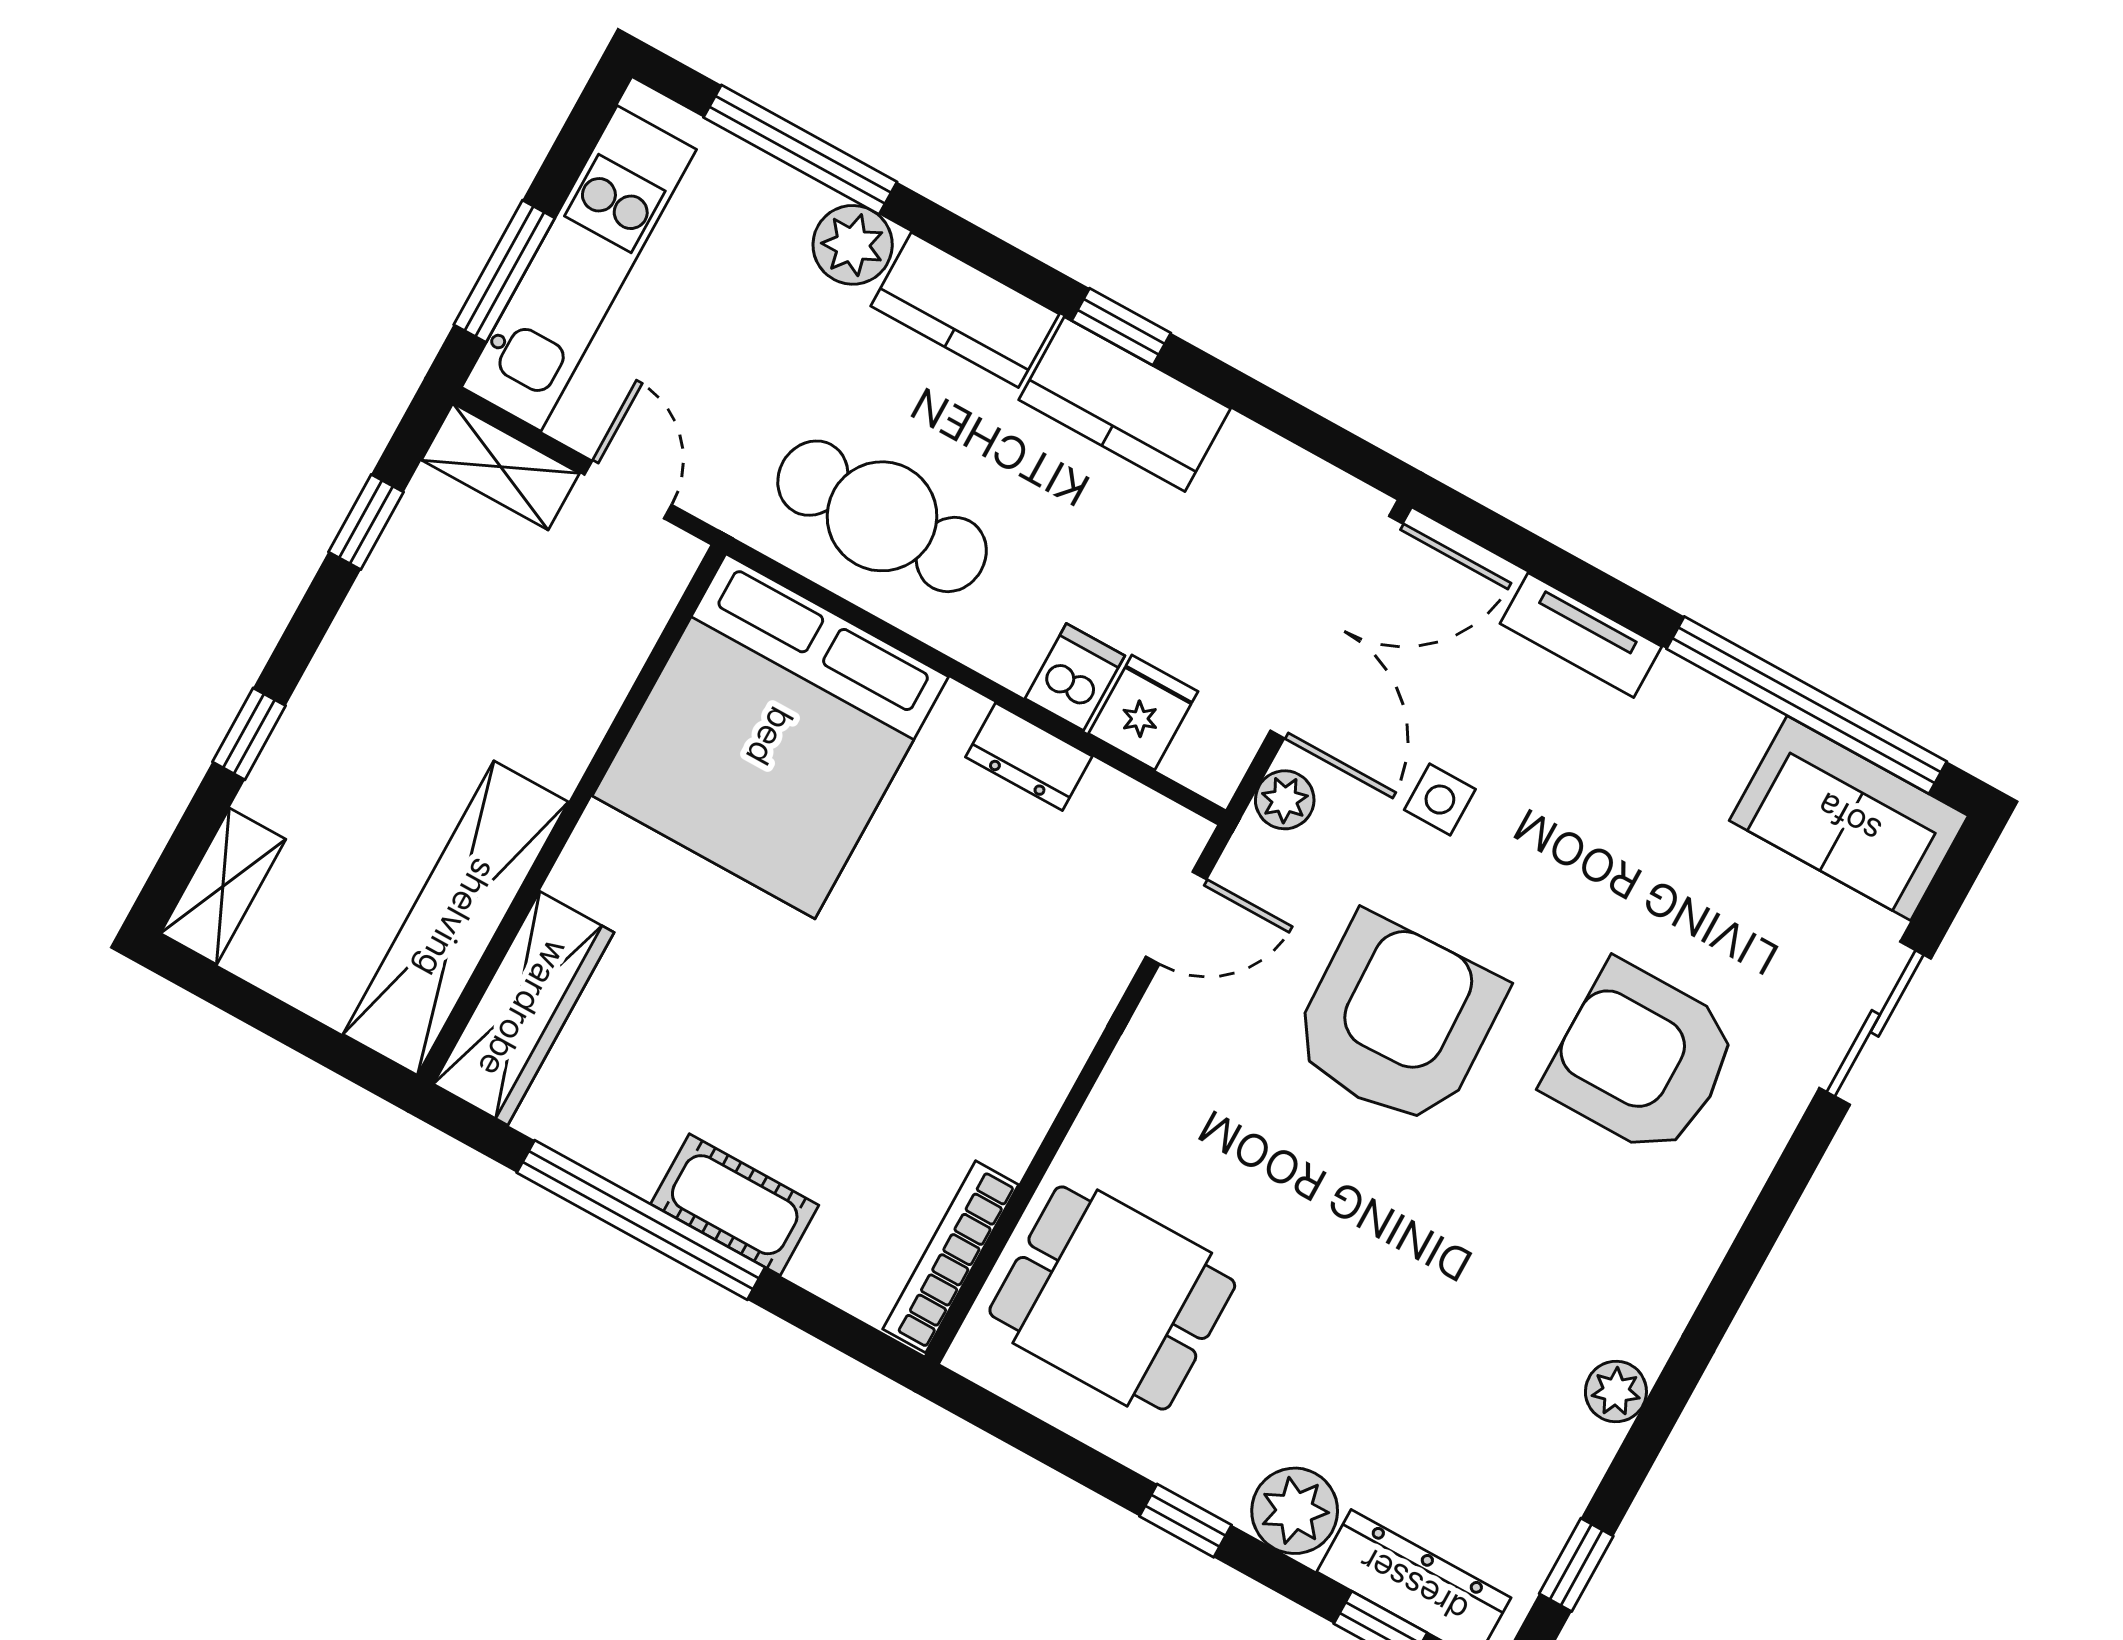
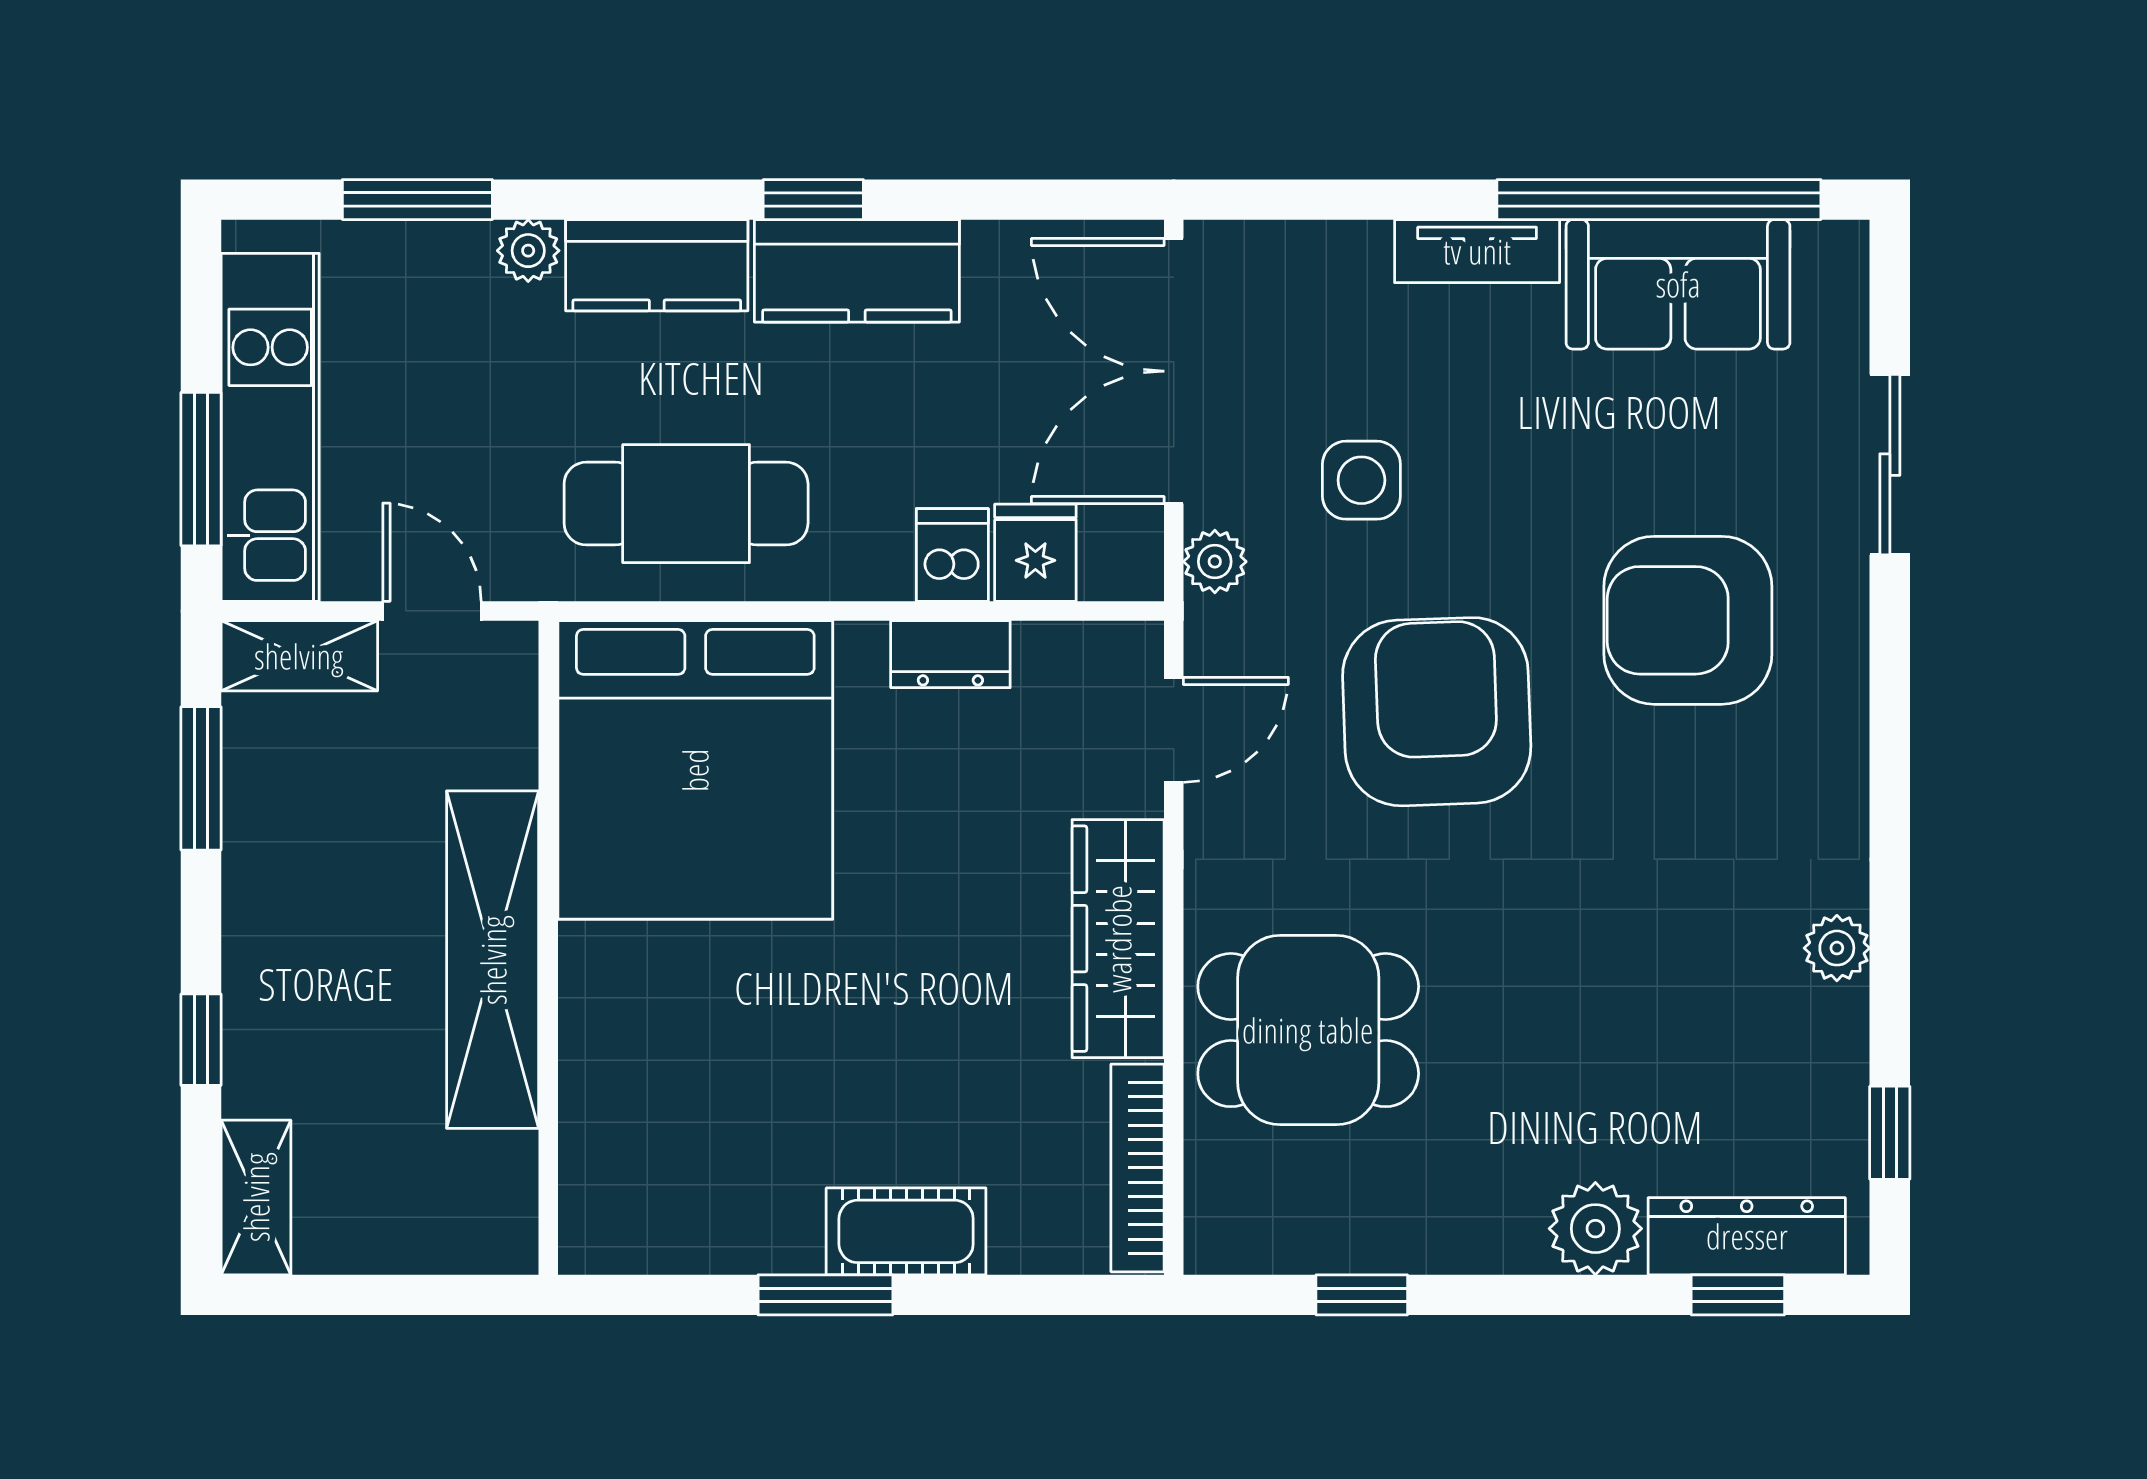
window: (800, 150) -> (417, 200), width x0.69
plant: (853, 245) -> (528, 251), width x0.73, depth x0.73
window: (366, 522) -> (201, 778), width x1.50
double door: (1337, 627) -> (1174, 371), swing flipped
tv unit: (1581, 635) -> (1477, 251), moved
side table: (1440, 800) -> (1361, 480), width x1.37, depth x1.37
sofa: (1849, 818) -> (1678, 284), moved
shelving: (456, 918) -> (493, 960), moved
wardrobe: (524, 1008) -> (1118, 939), moved, turned 180
window: (641, 1220) -> (825, 1295), width x0.47
dining table: (1112, 1298) -> (1308, 1030), moved
window: (1185, 1521) -> (1362, 1295), moved

